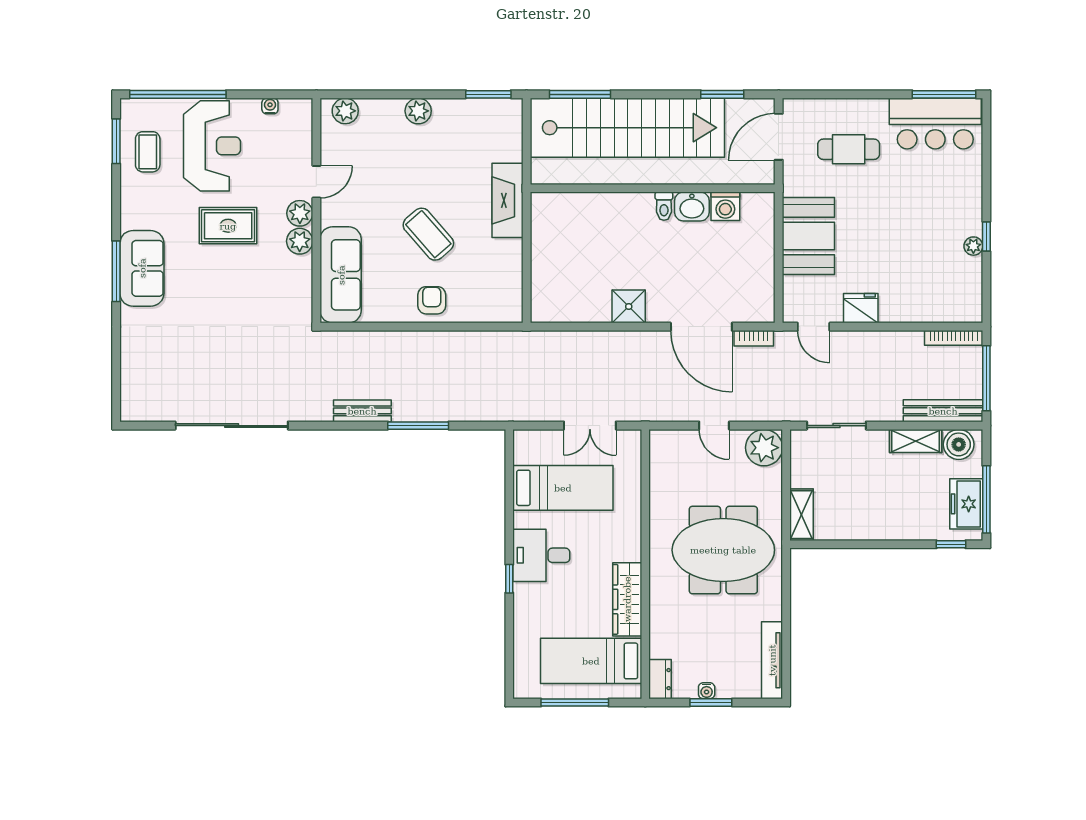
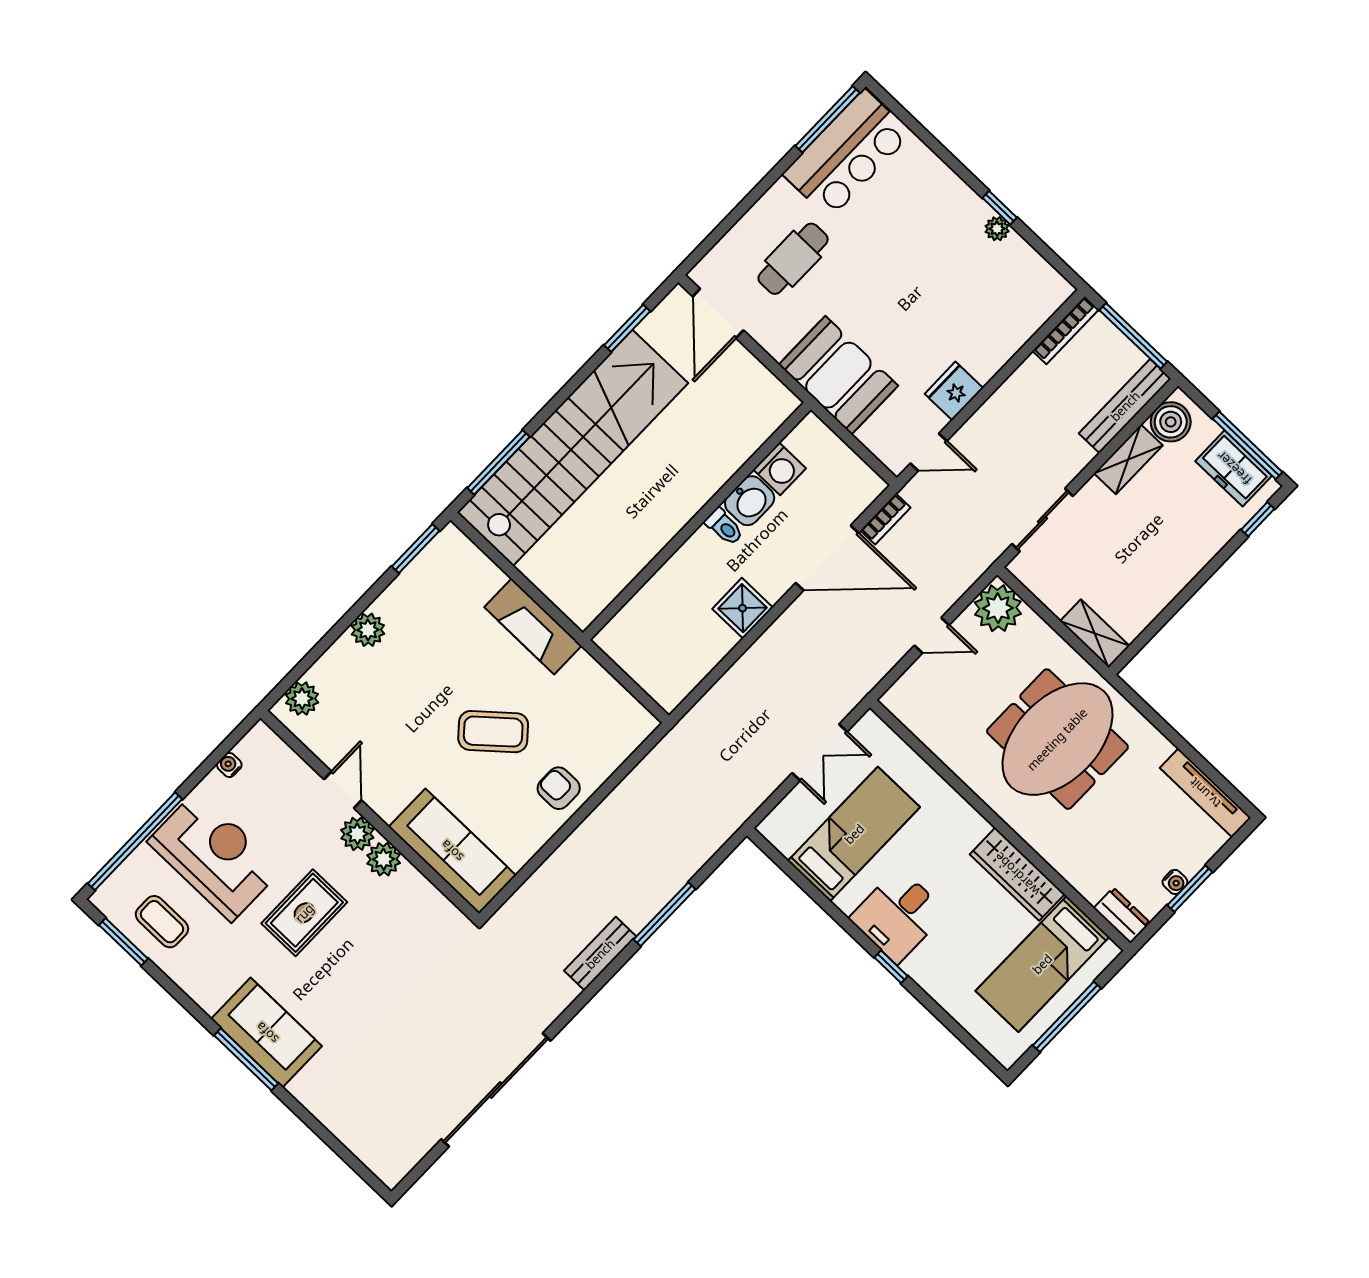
wall: (653, 188) -> (697, 521), moved
toilet: (664, 206) -> (724, 527), moved
washbasin: (692, 206) -> (750, 501), moved
washing machine: (725, 206) -> (780, 469), moved

